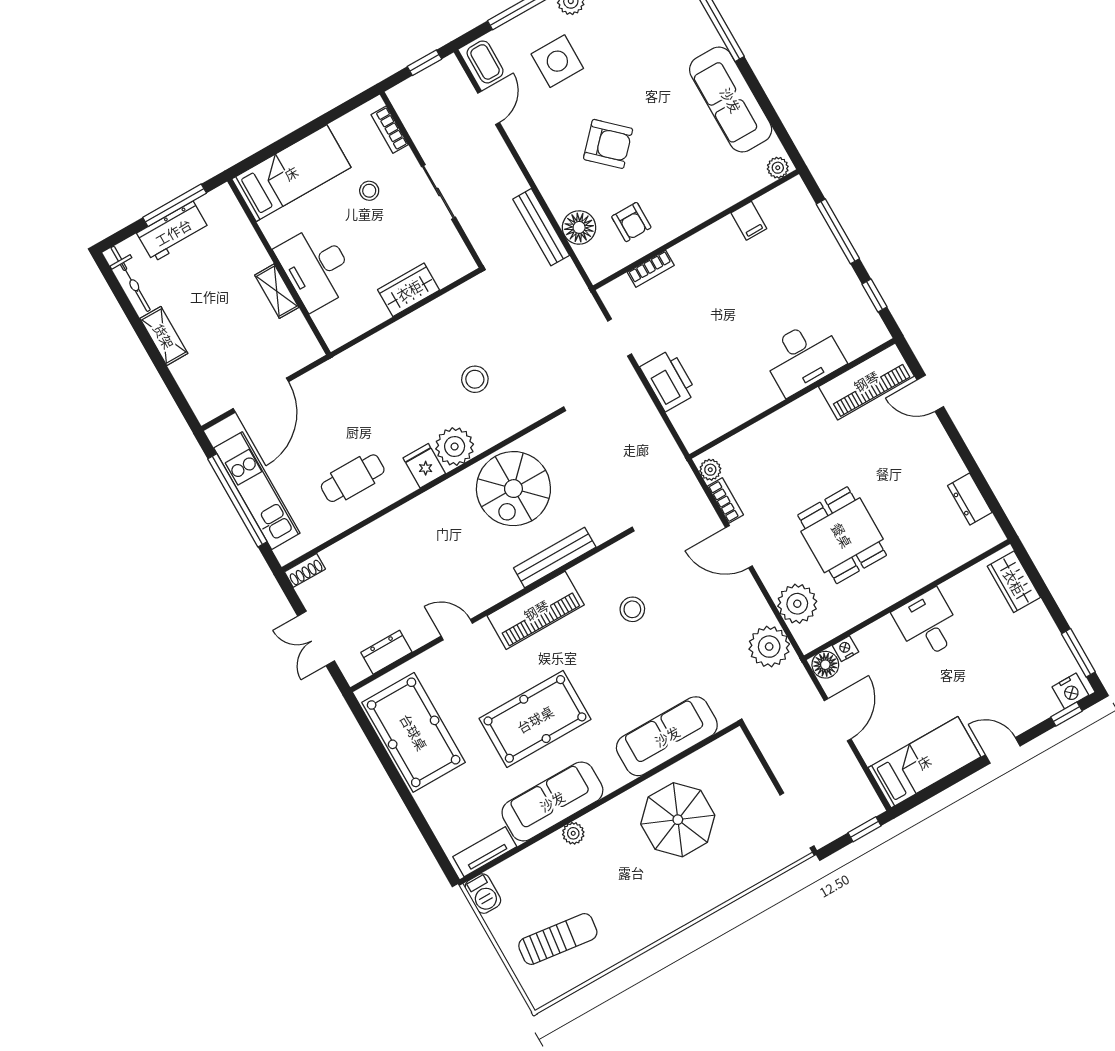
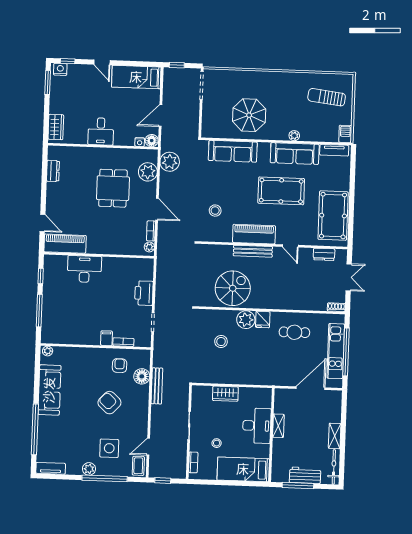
filing cabinet: (749, 221) -> (106, 338), moved
bench: (555, 558) -> (253, 251), moved

